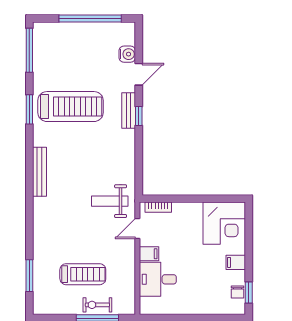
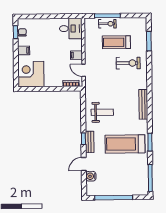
weight bench: (110, 201) -> (102, 112), moved
door: (137, 229) -> (84, 70), swing flipped
exercise bike: (64, 240) -> (128, 63), added
desk: (158, 279) -> (71, 29), moved

